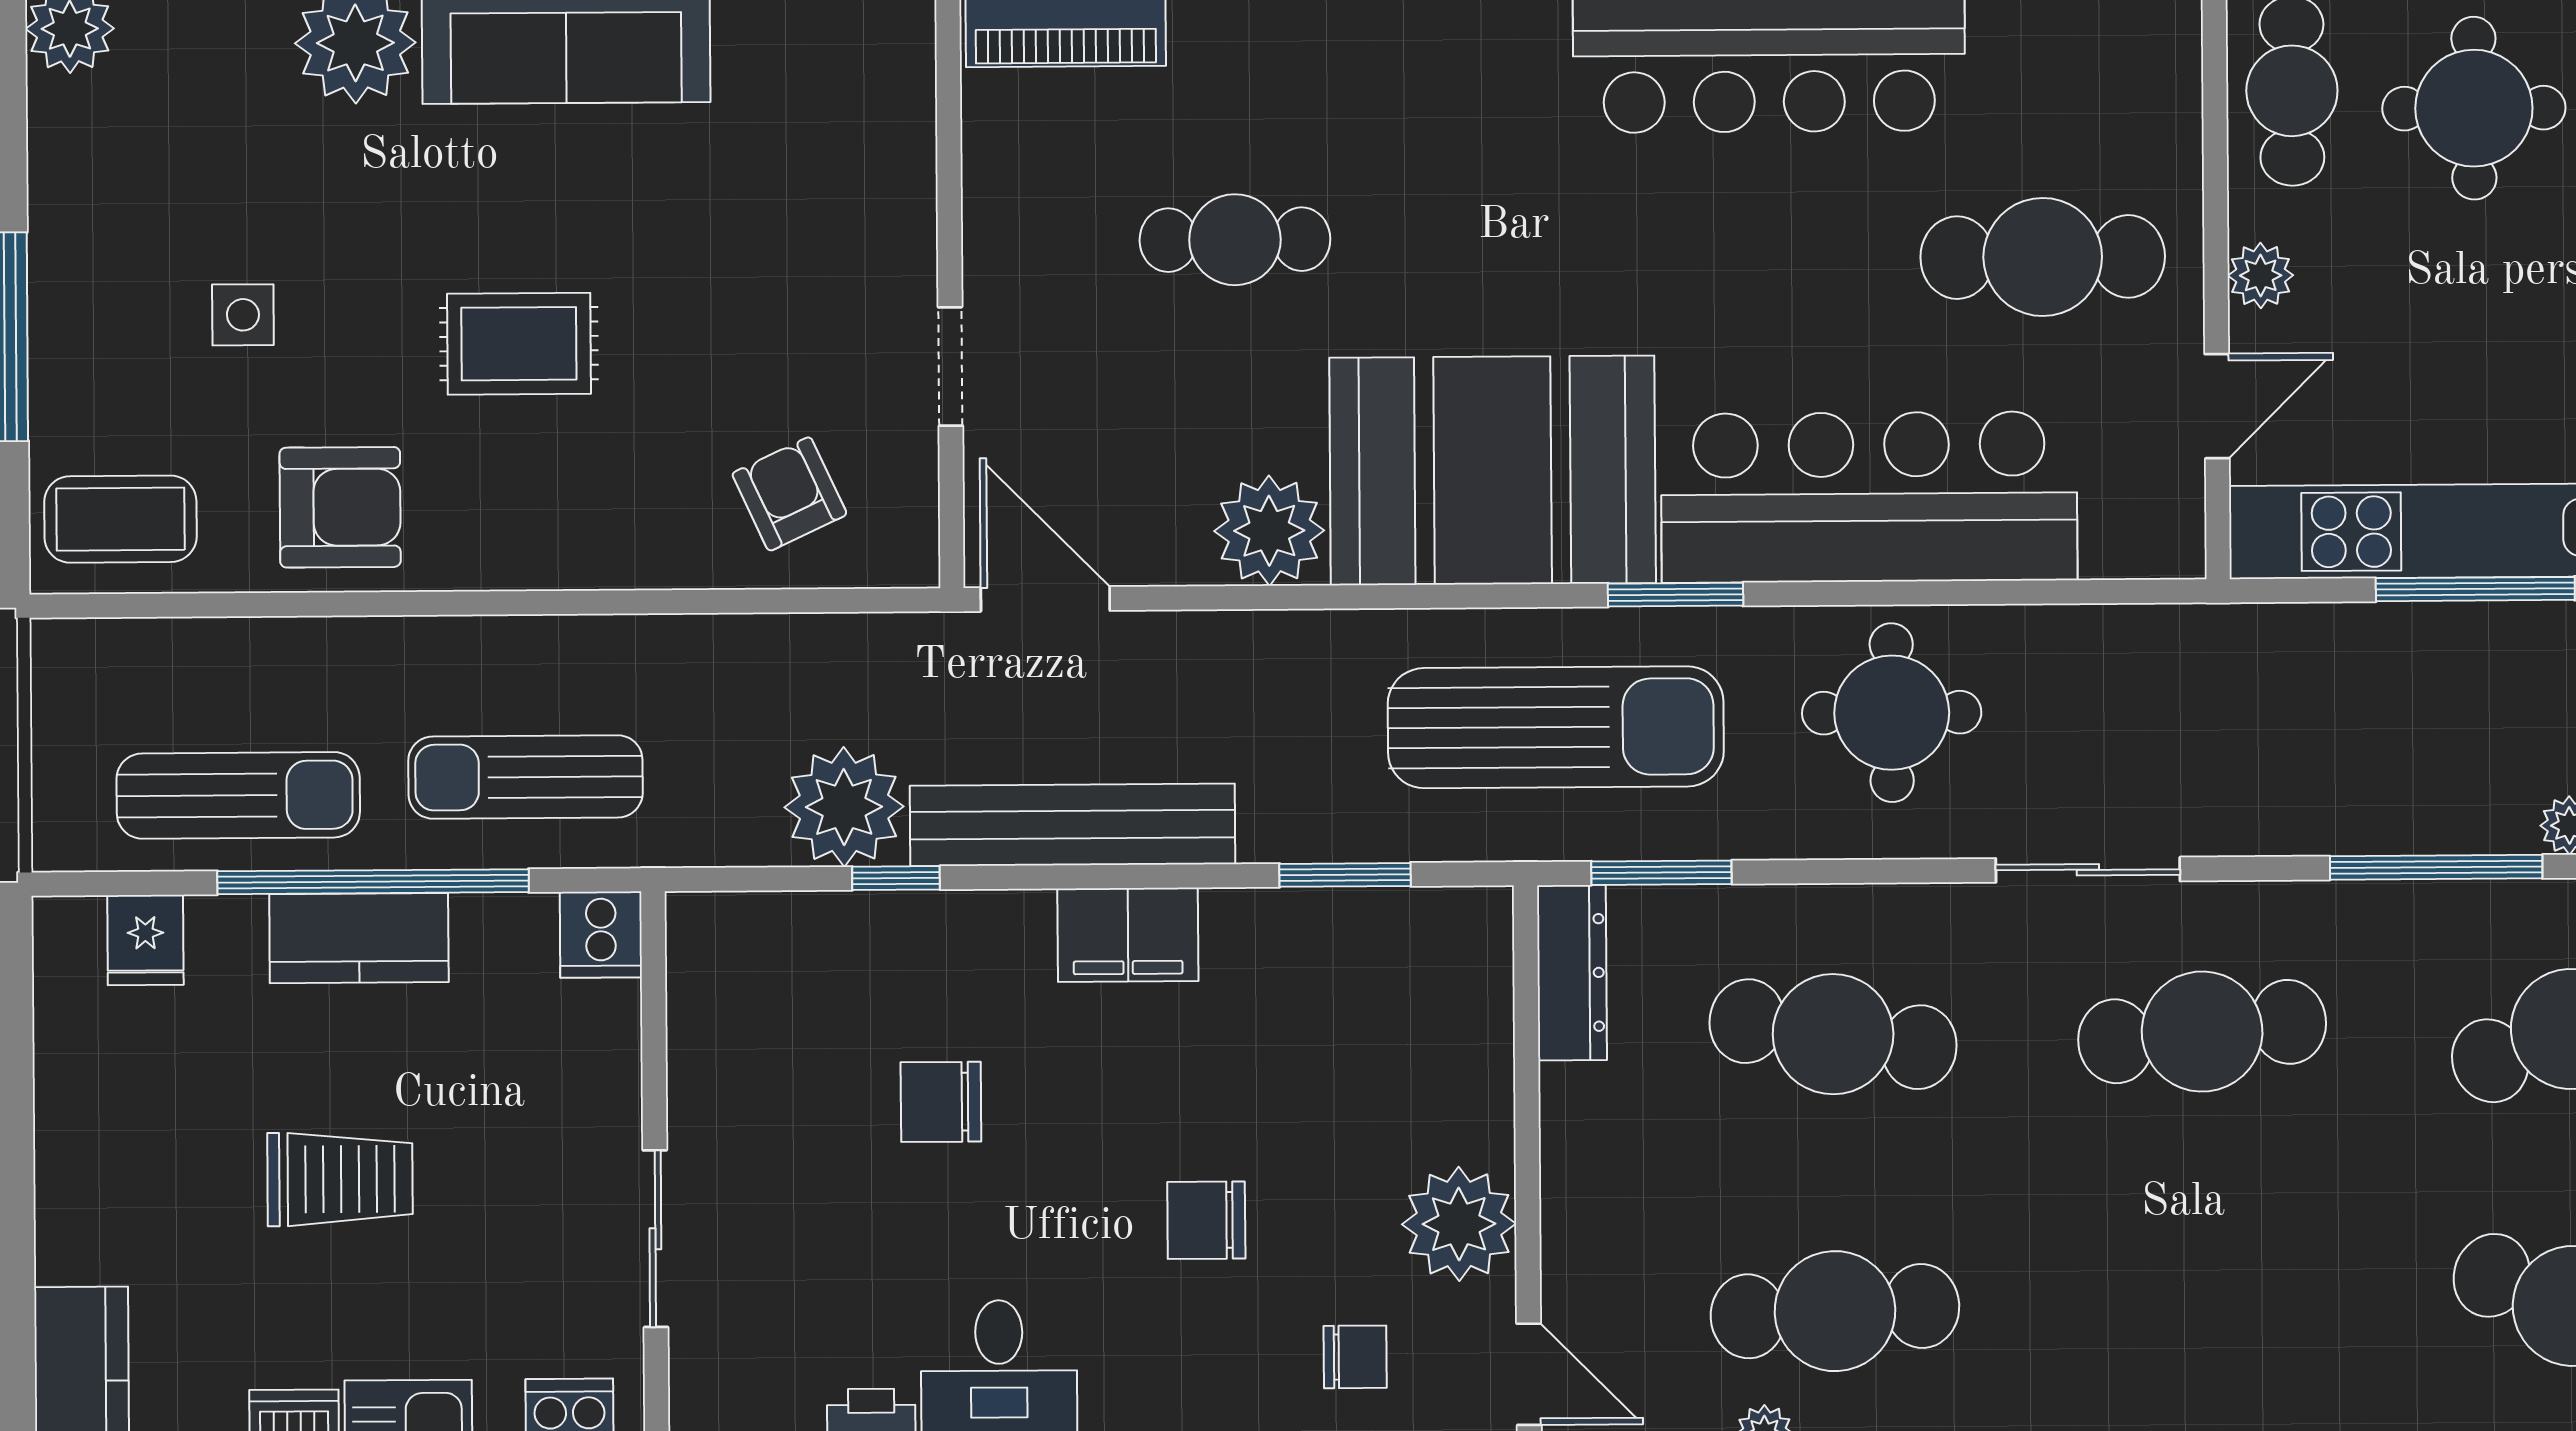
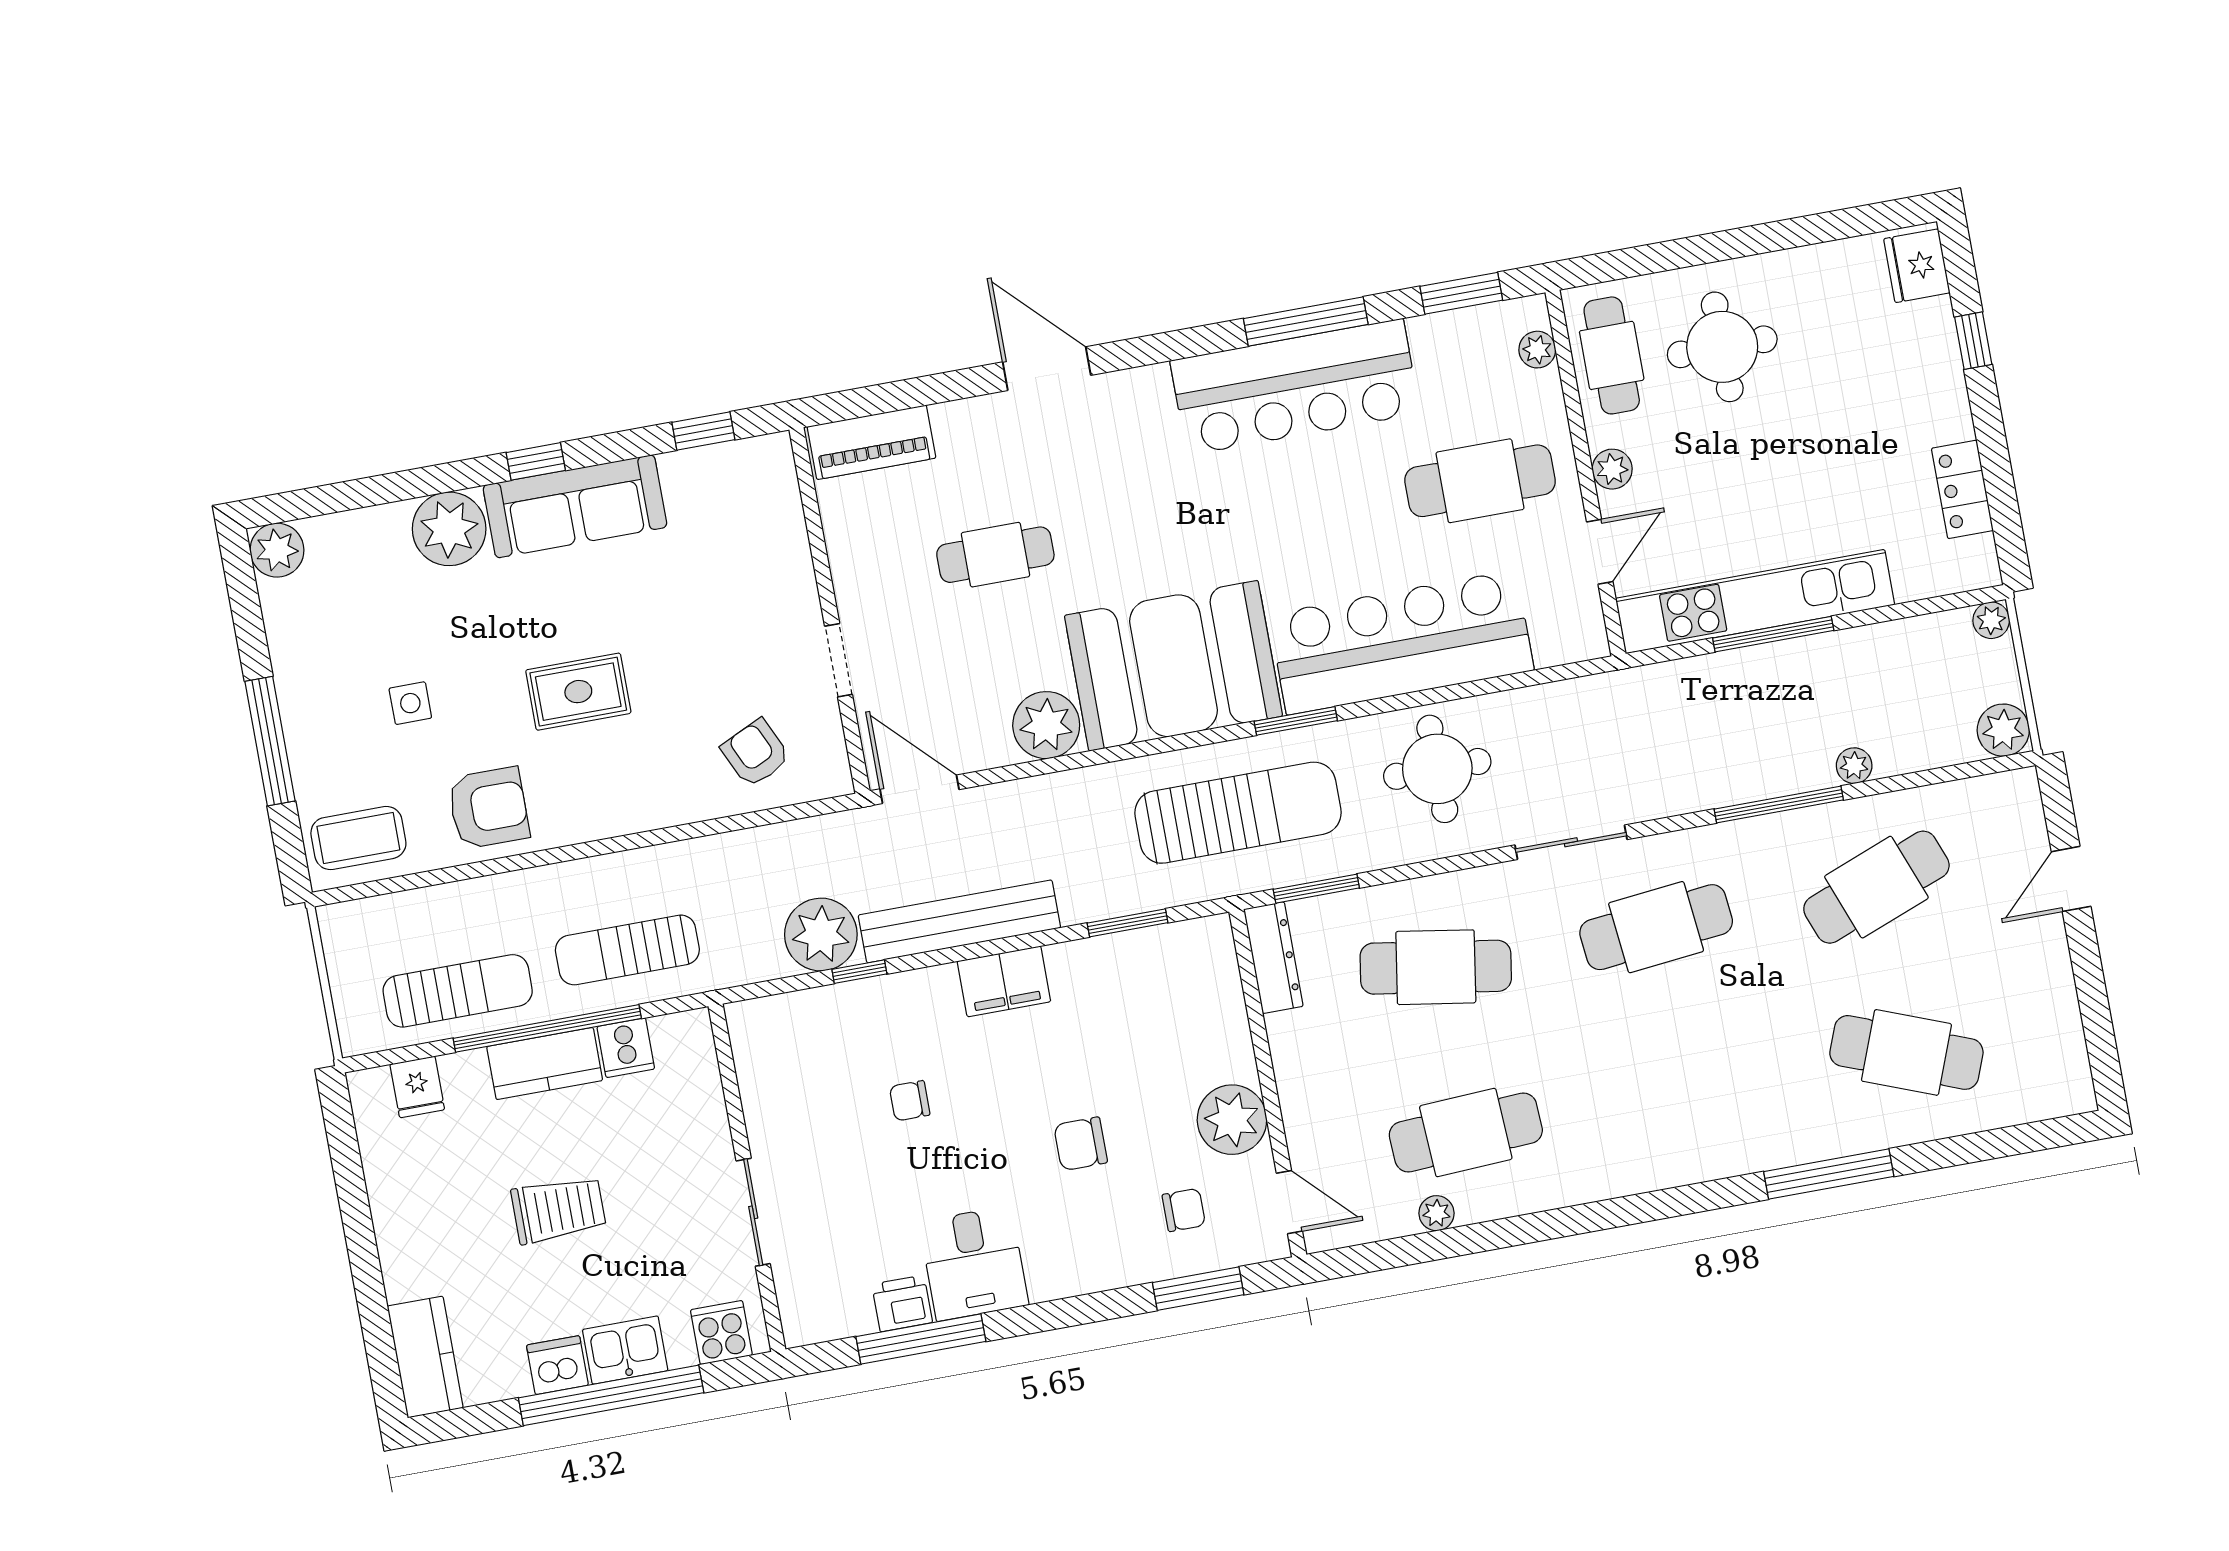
plant: (2173, 60) -> (1537, 350), added
cooker: (601, 935) -> (626, 1048), moved
chair: (941, 1102) -> (910, 1101), width x0.73, depth x0.73

